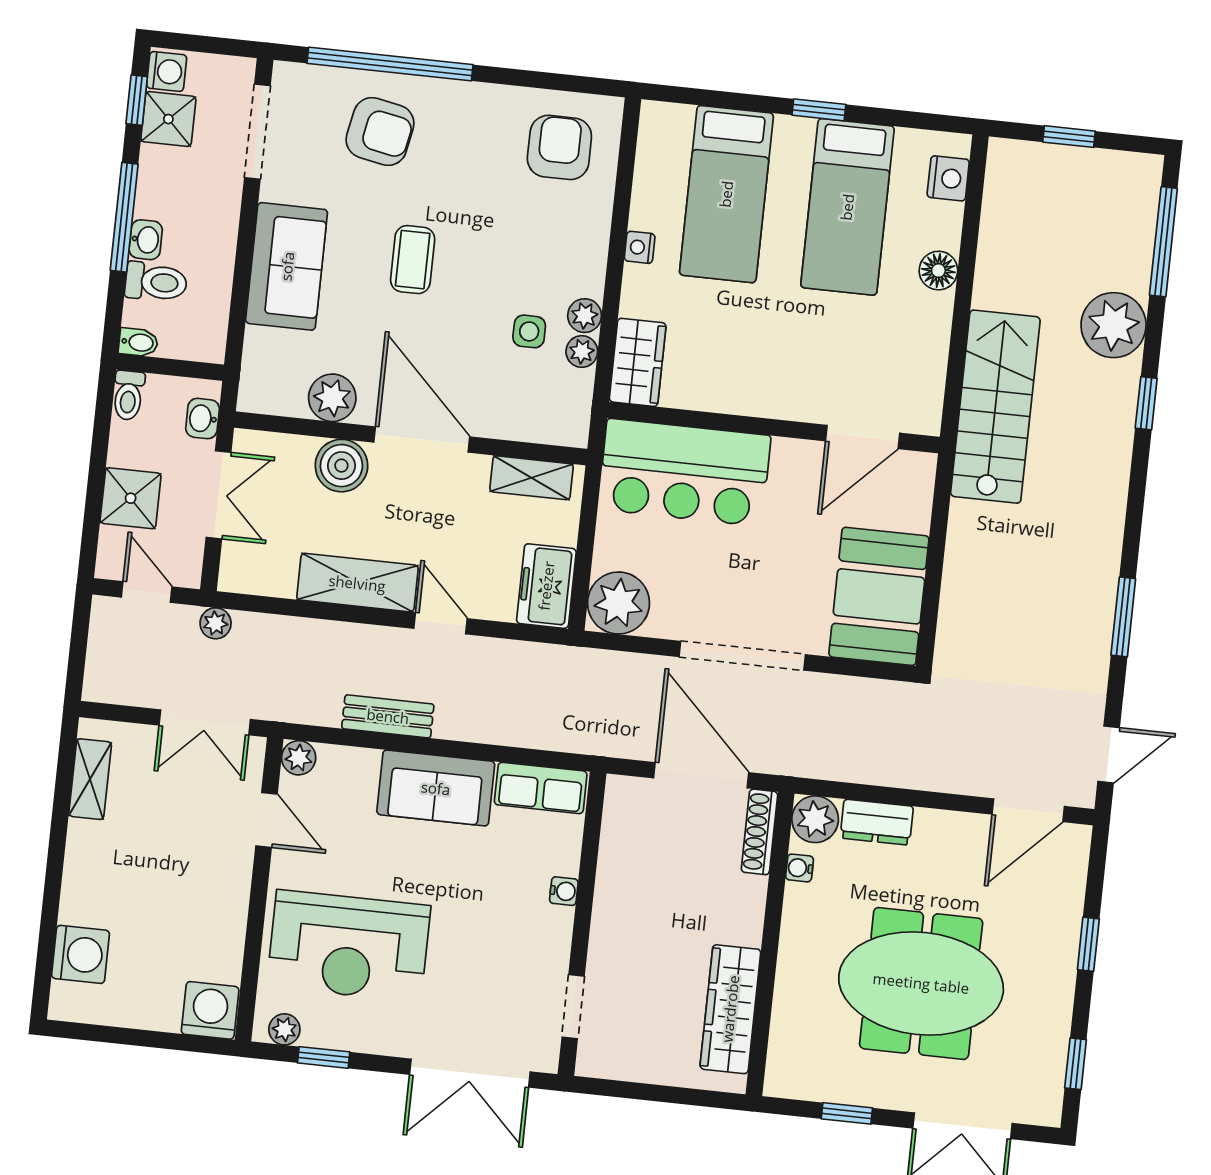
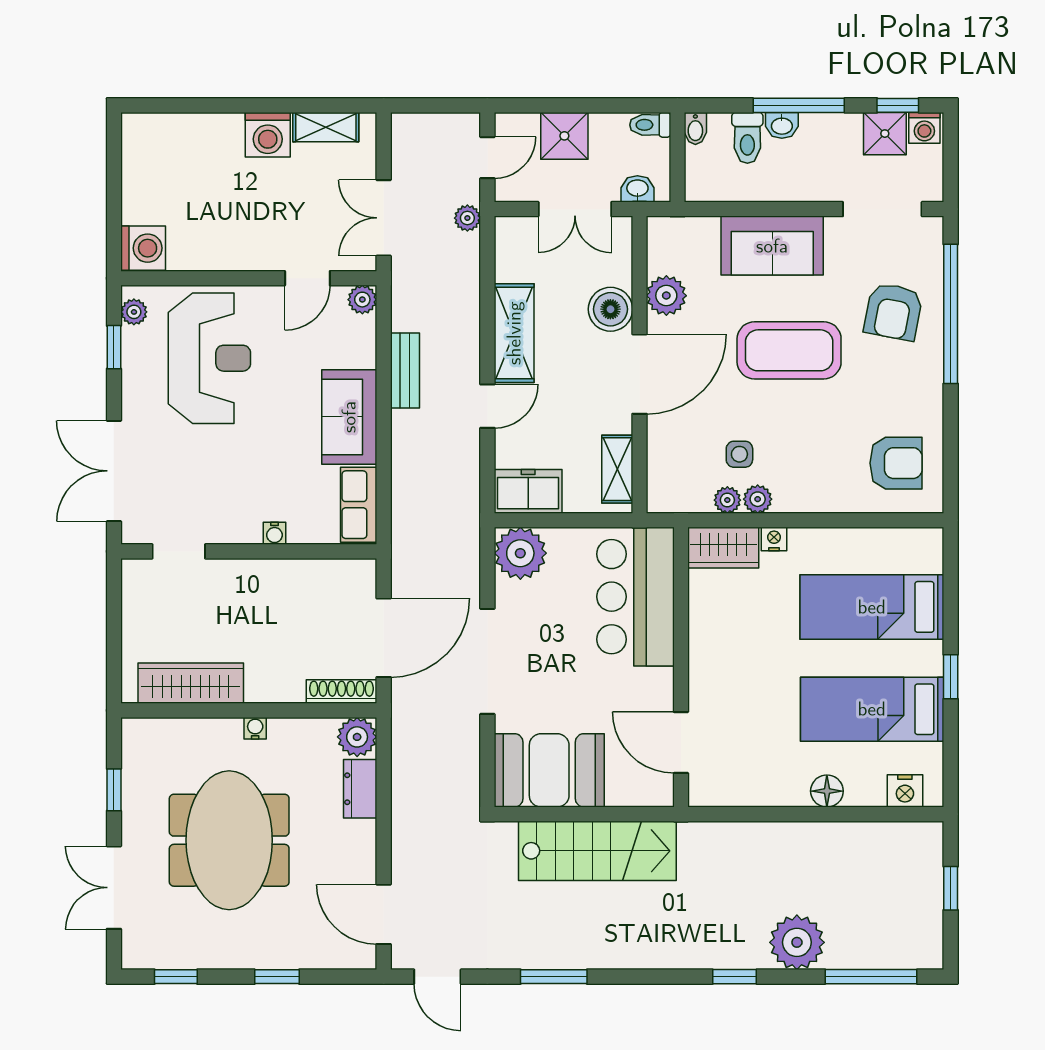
nightstand: (640, 247) -> (774, 539), moved
coffee table: (413, 260) -> (789, 350), width x1.86, depth x1.72
stairs: (995, 407) -> (597, 851), moved
water cooler: (800, 868) -> (255, 728), moved
reception desk: (349, 946) -> (209, 358), turned 180
washing machine: (81, 954) -> (268, 135), moved

